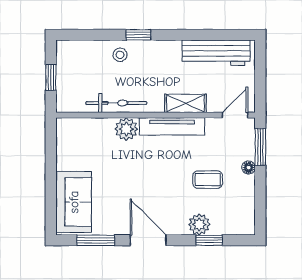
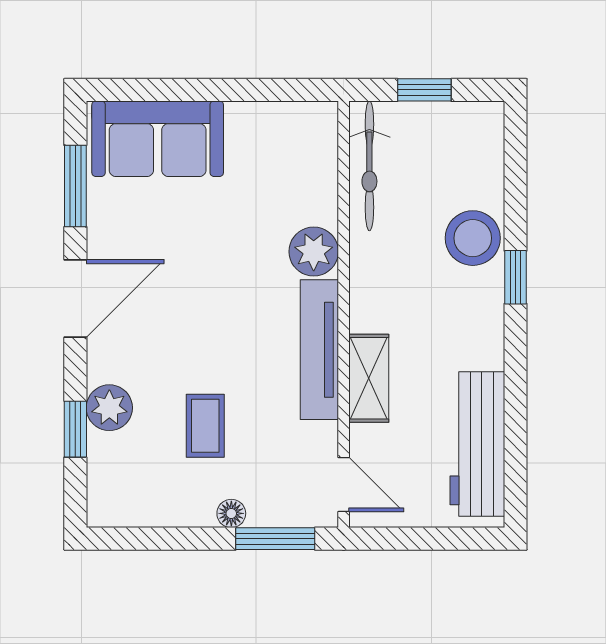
stool: (120, 55) -> (473, 238), width x1.89, depth x1.89
bicycle: (116, 103) -> (369, 166), moved

